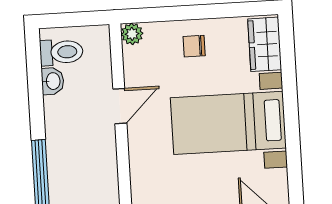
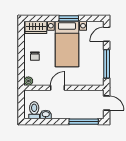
door: (120, 106) -> (57, 88), hinge flipped
window: (292, 124) -> (69, 18), added

